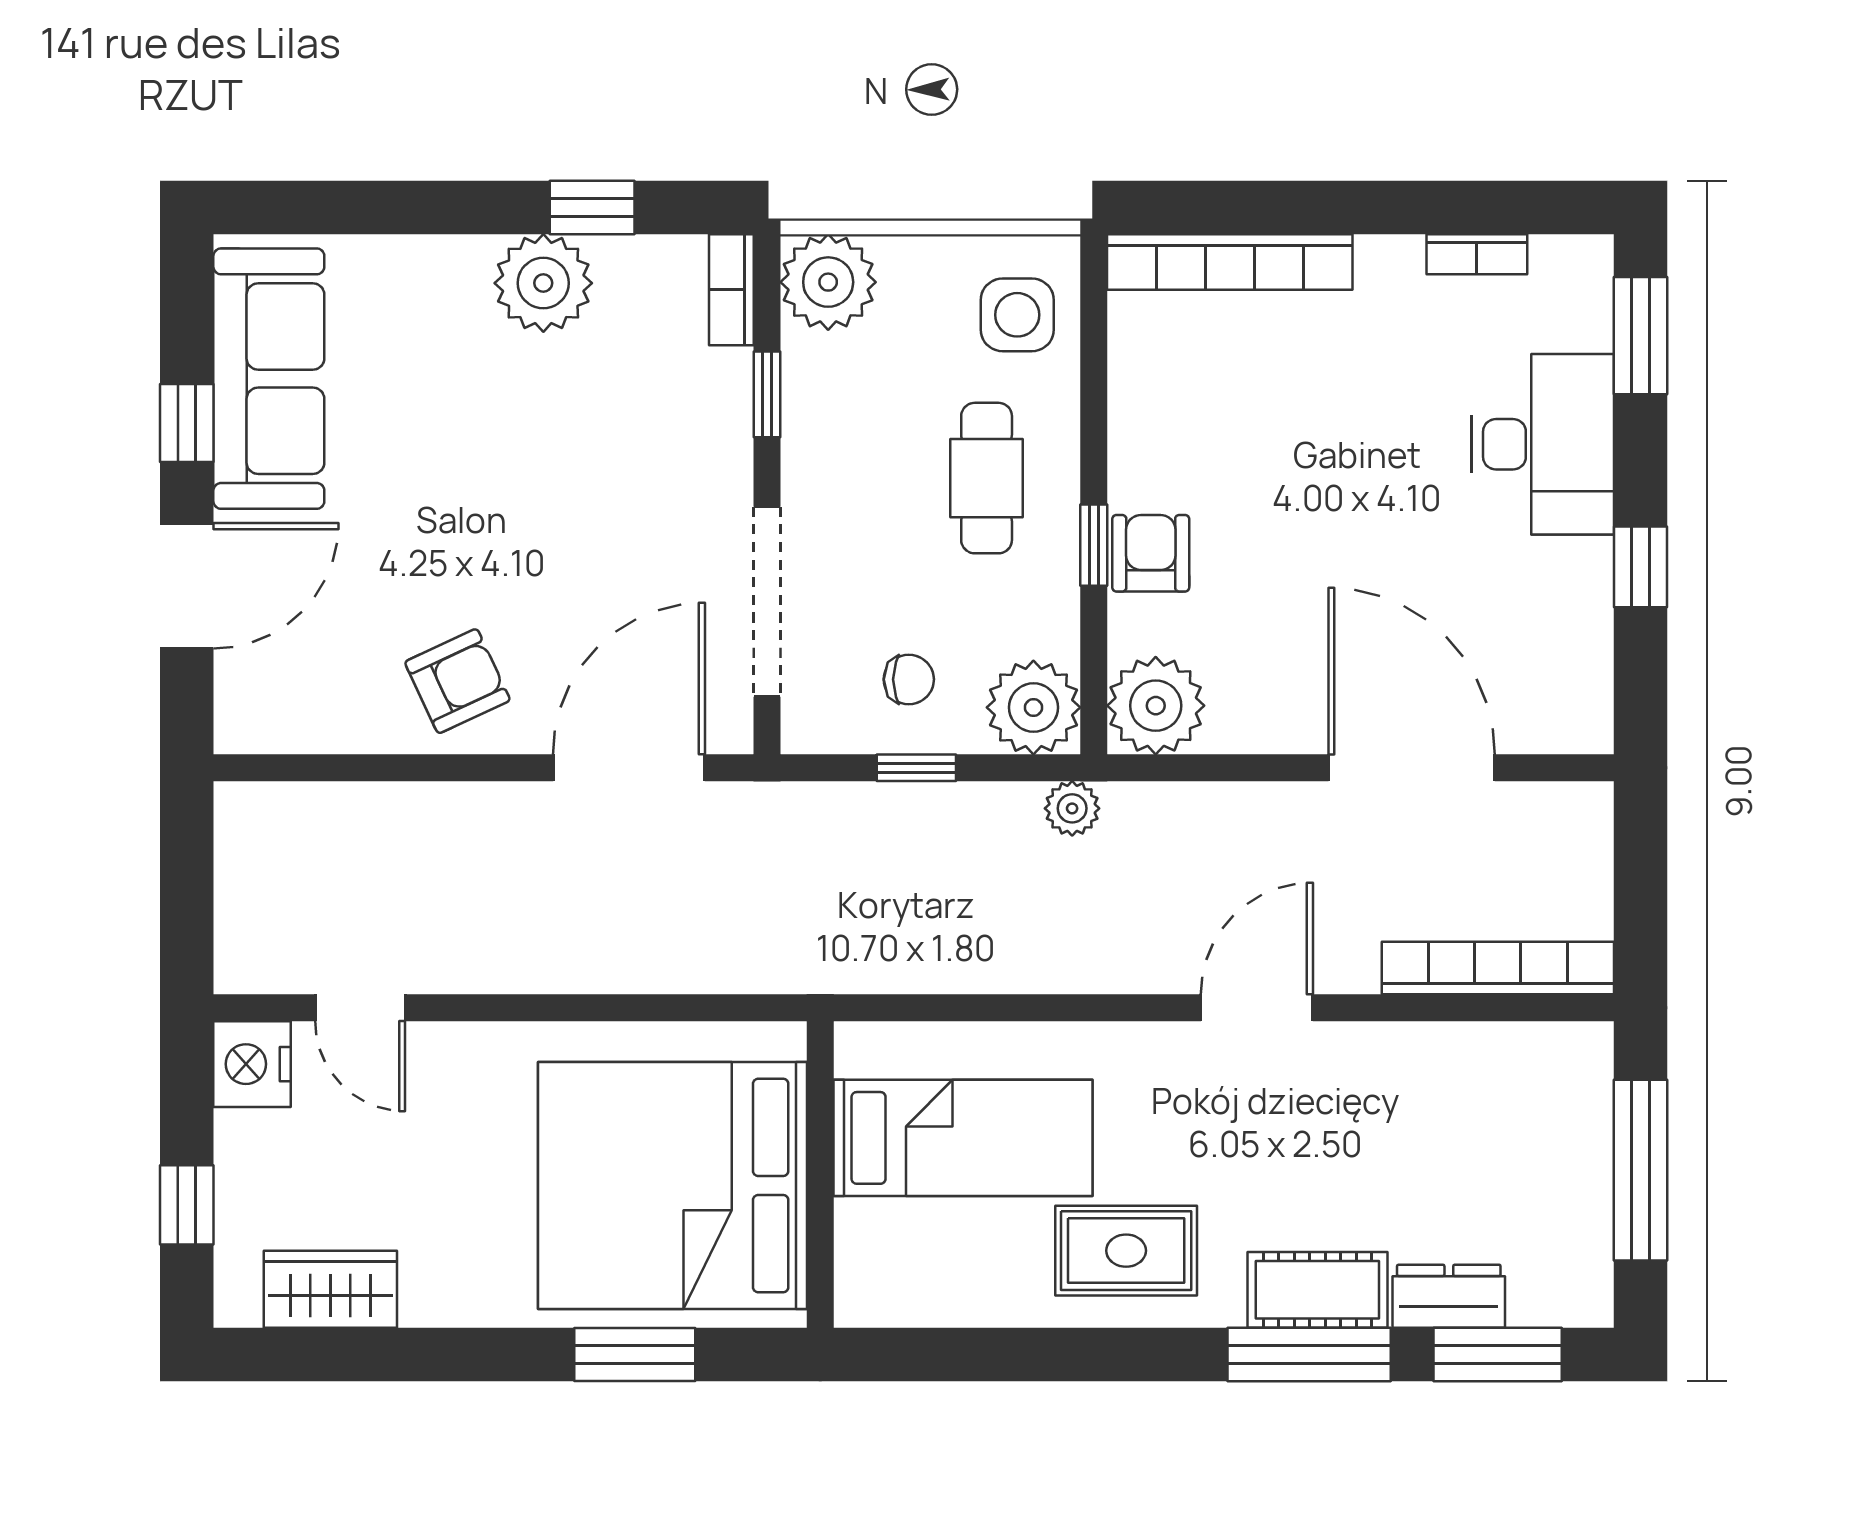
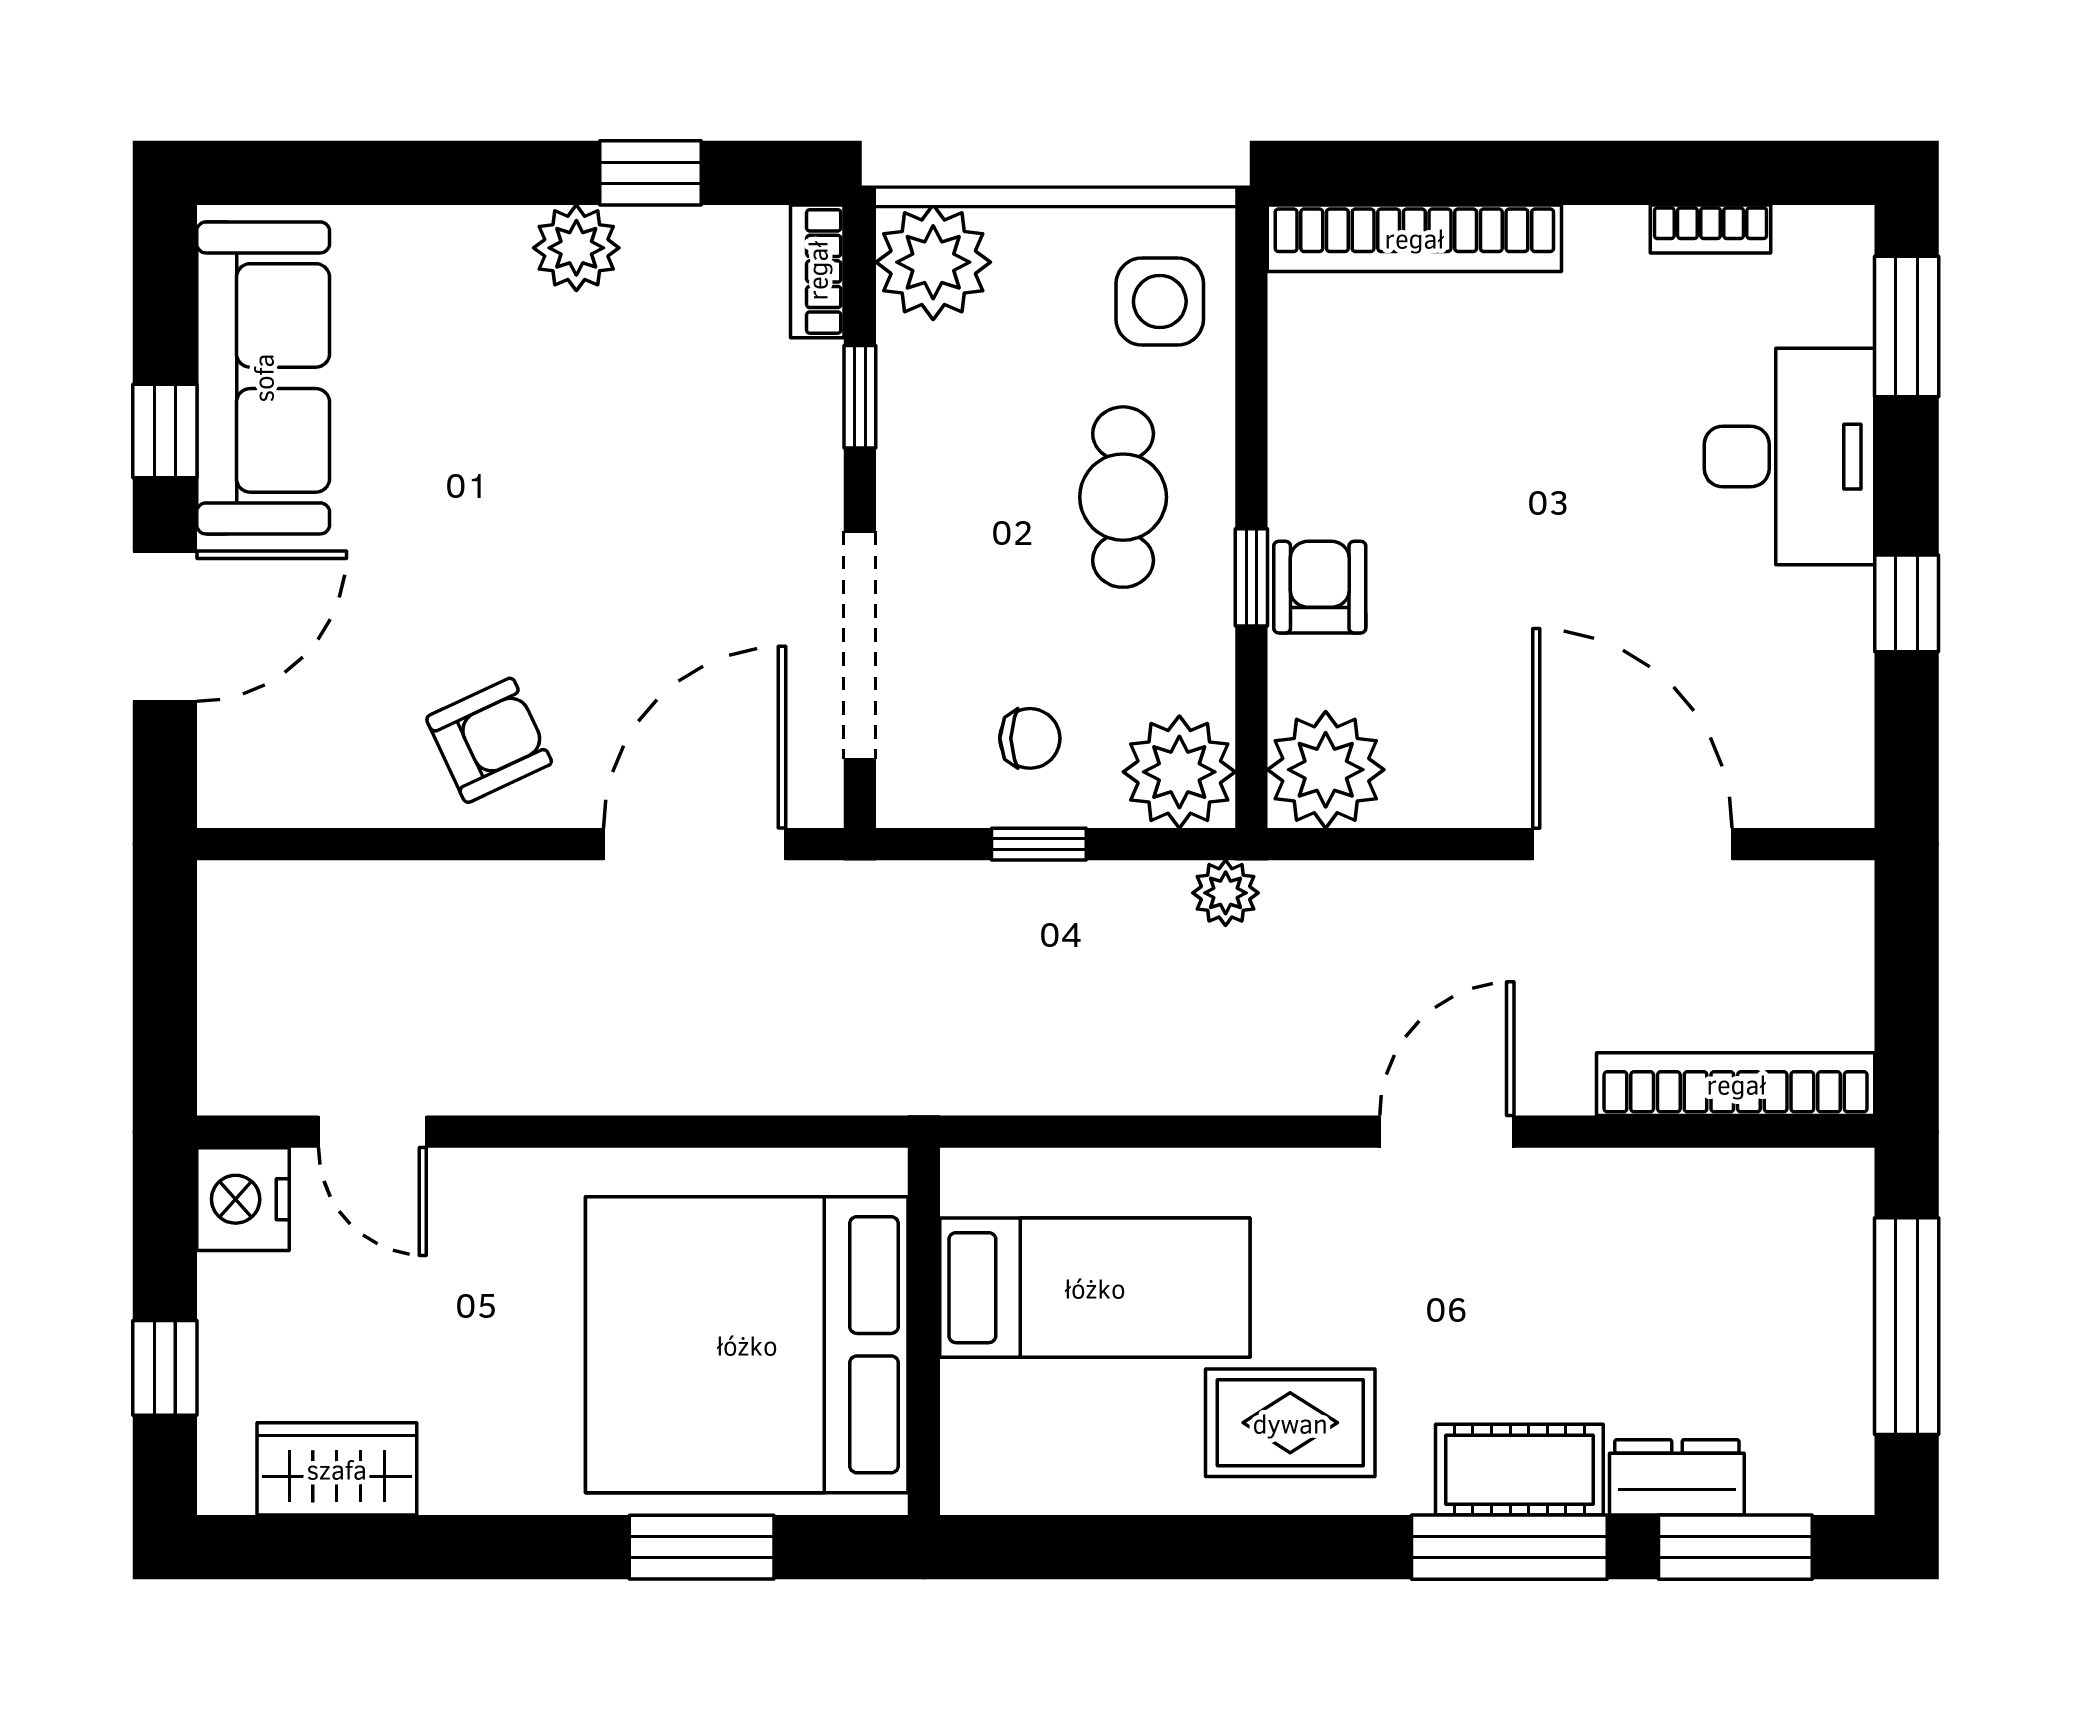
plant: (543, 283) -> (576, 248), width x0.73, depth x0.73

